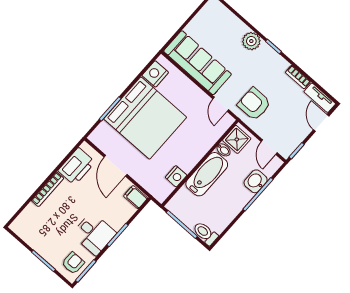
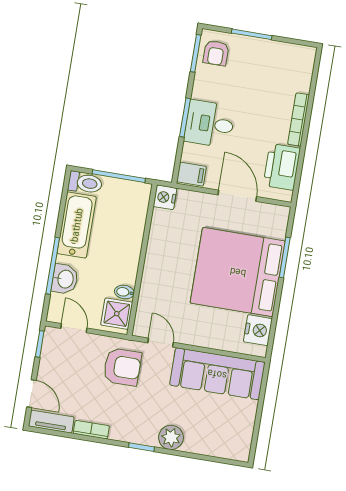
bathtub: (207, 174) -> (77, 225), moved, turned 180
nightstand: (176, 176) -> (165, 197), moved
desk: (94, 234) -> (210, 124), moved

